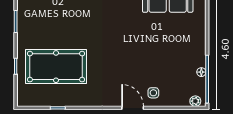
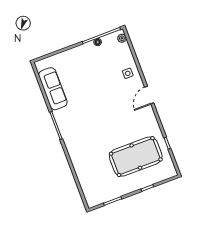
pool table: (56, 67) -> (136, 157), turned 90
door: (133, 108) -> (149, 95), moved

